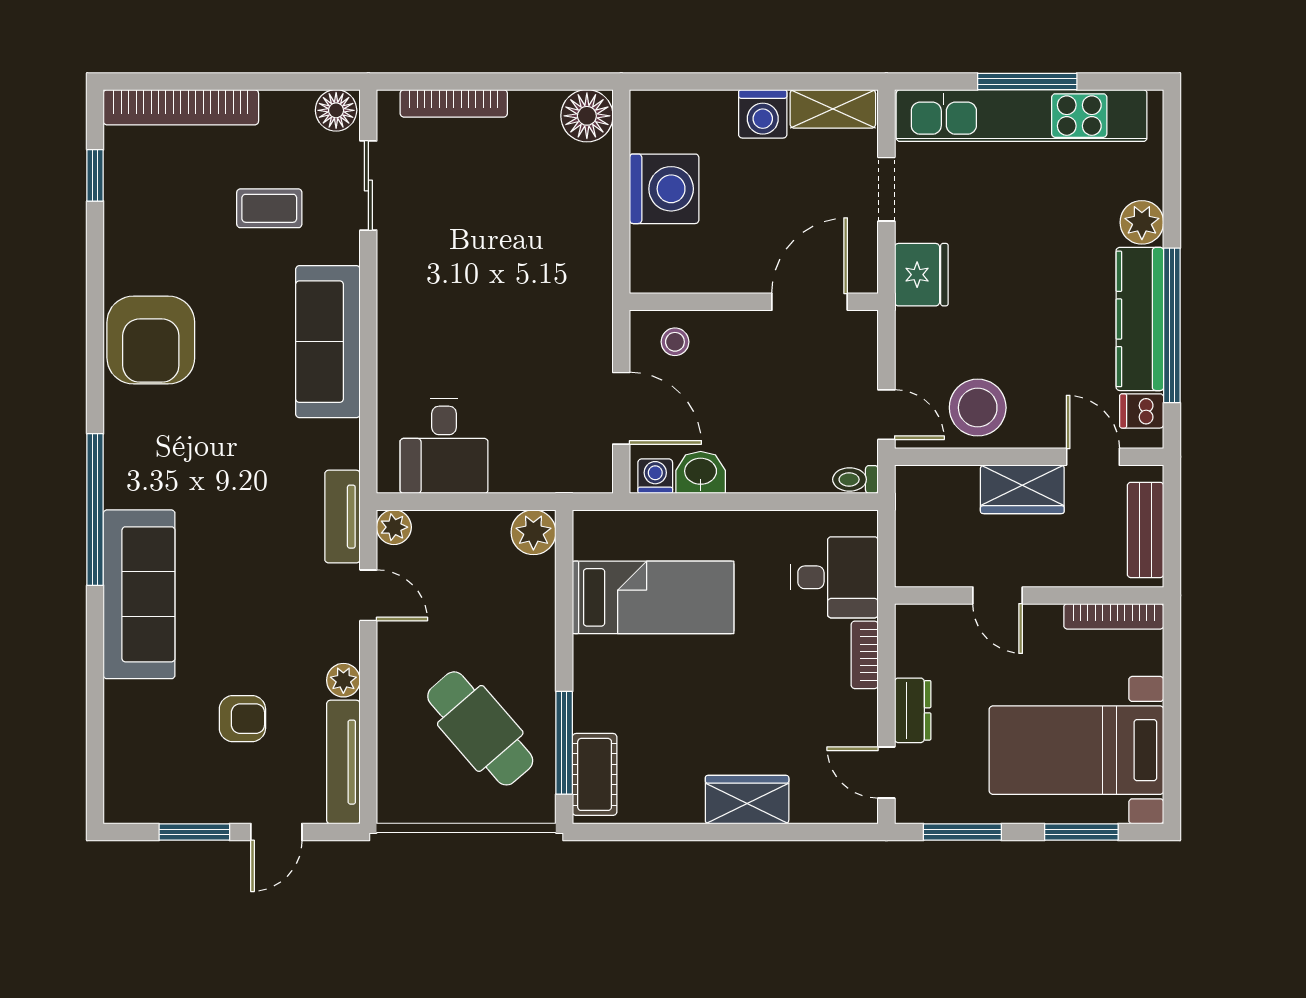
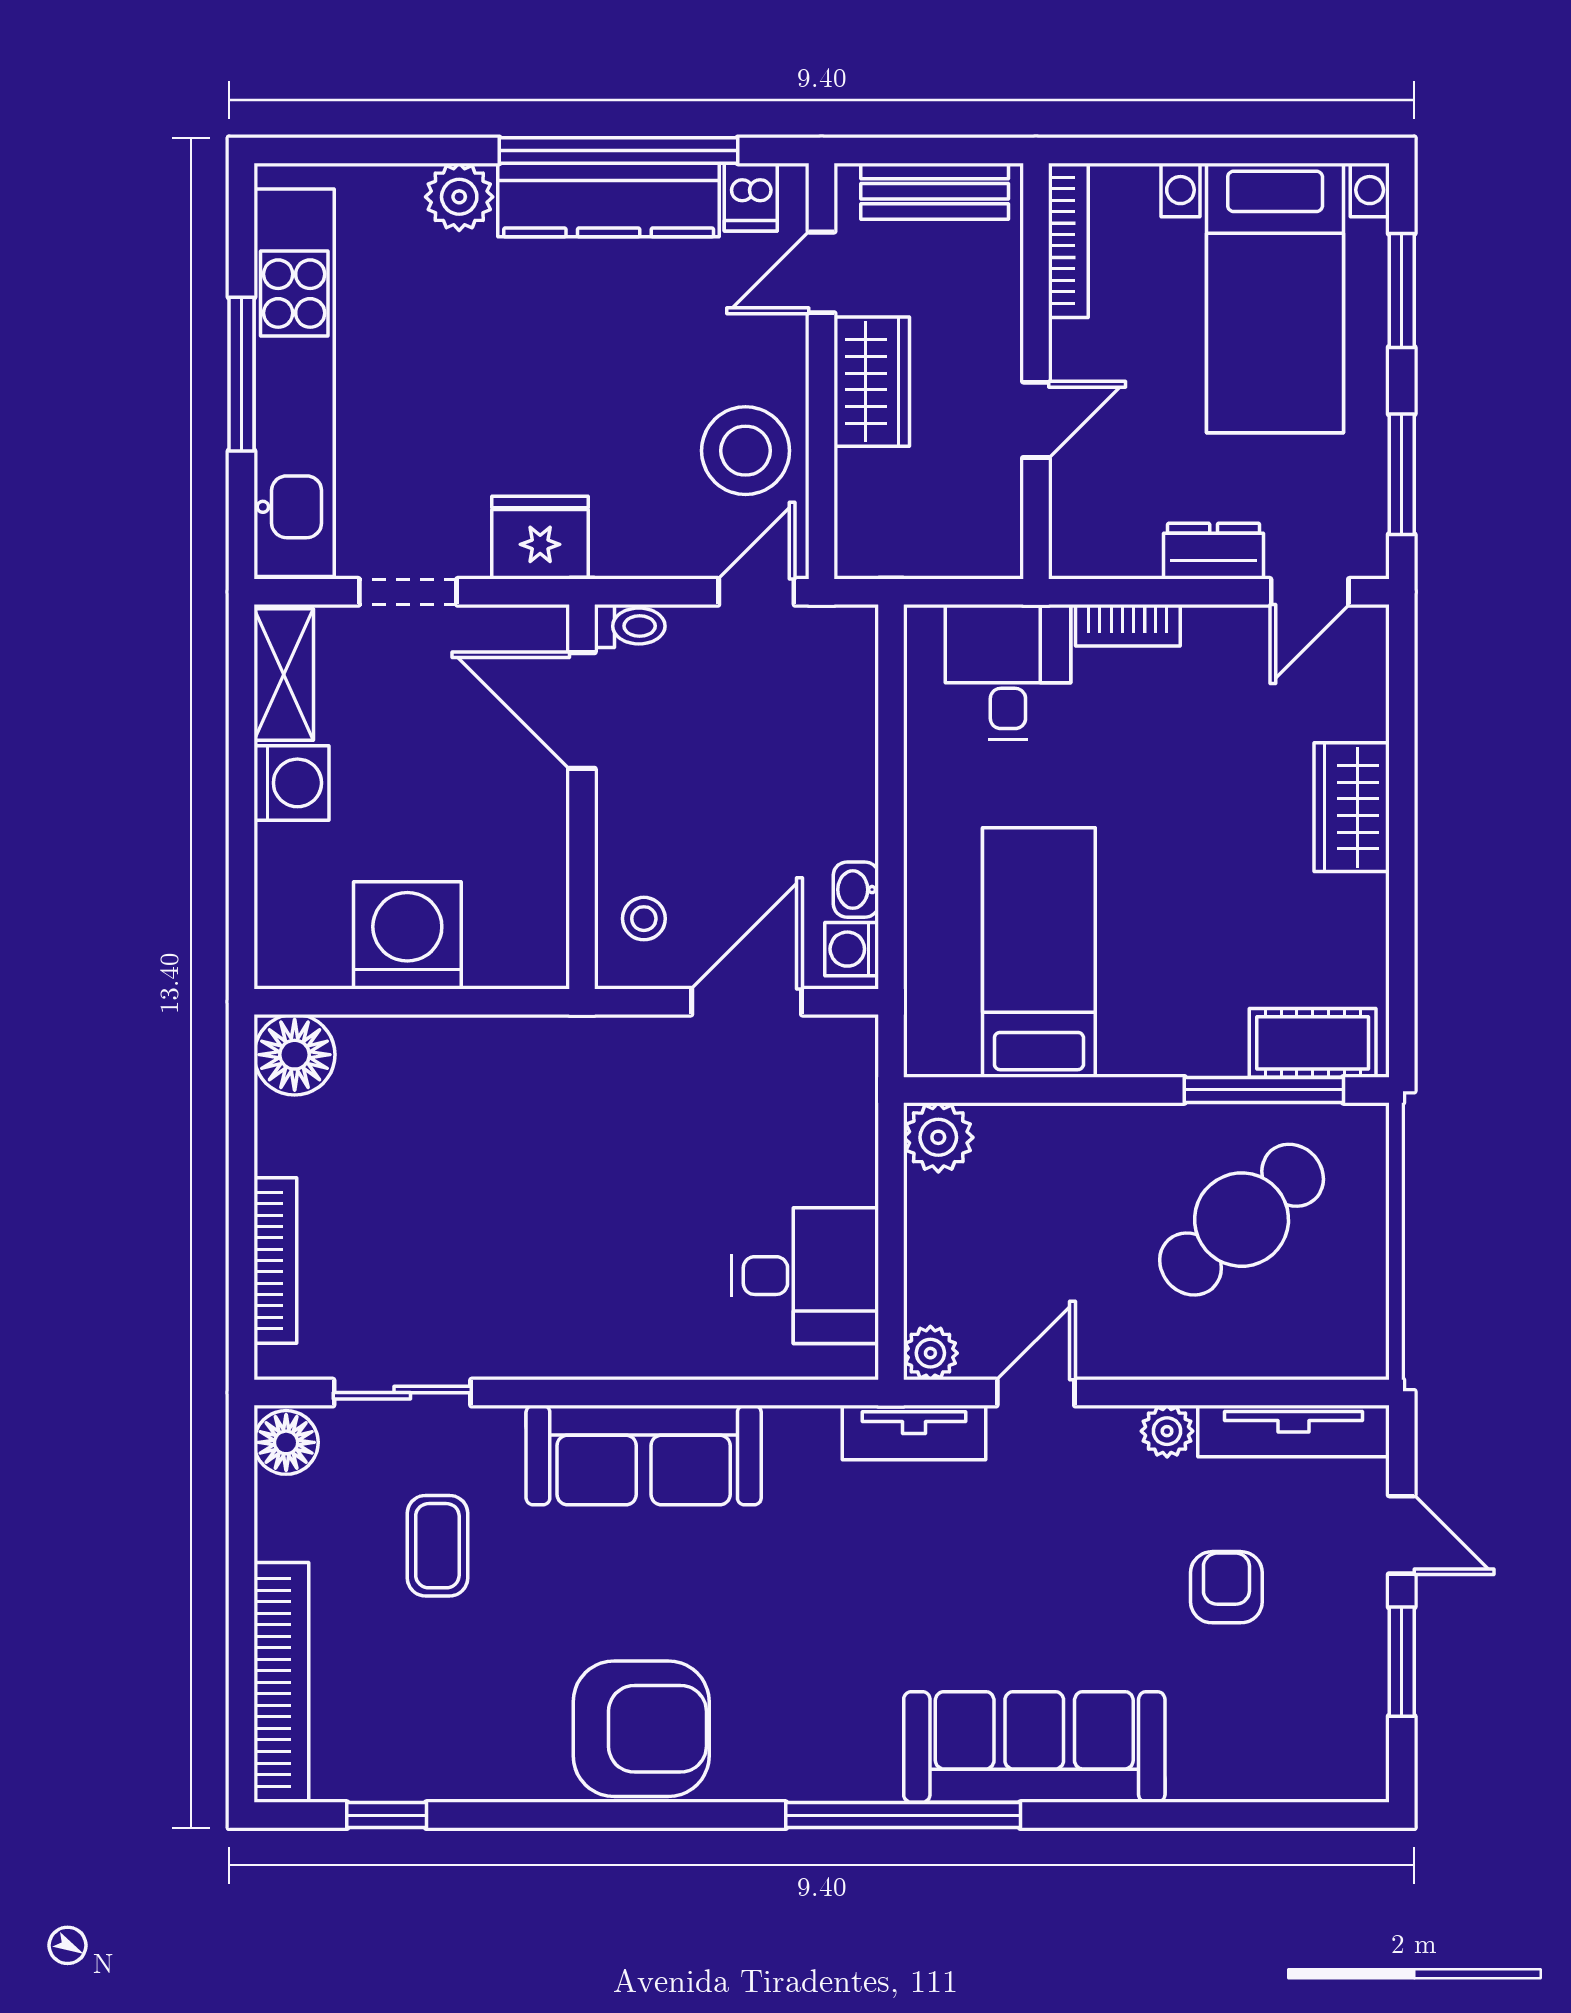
washbasin: (701, 472) -> (856, 890), width x0.72, depth x0.69
toilet: (855, 479) -> (630, 626), moved, turned -90

